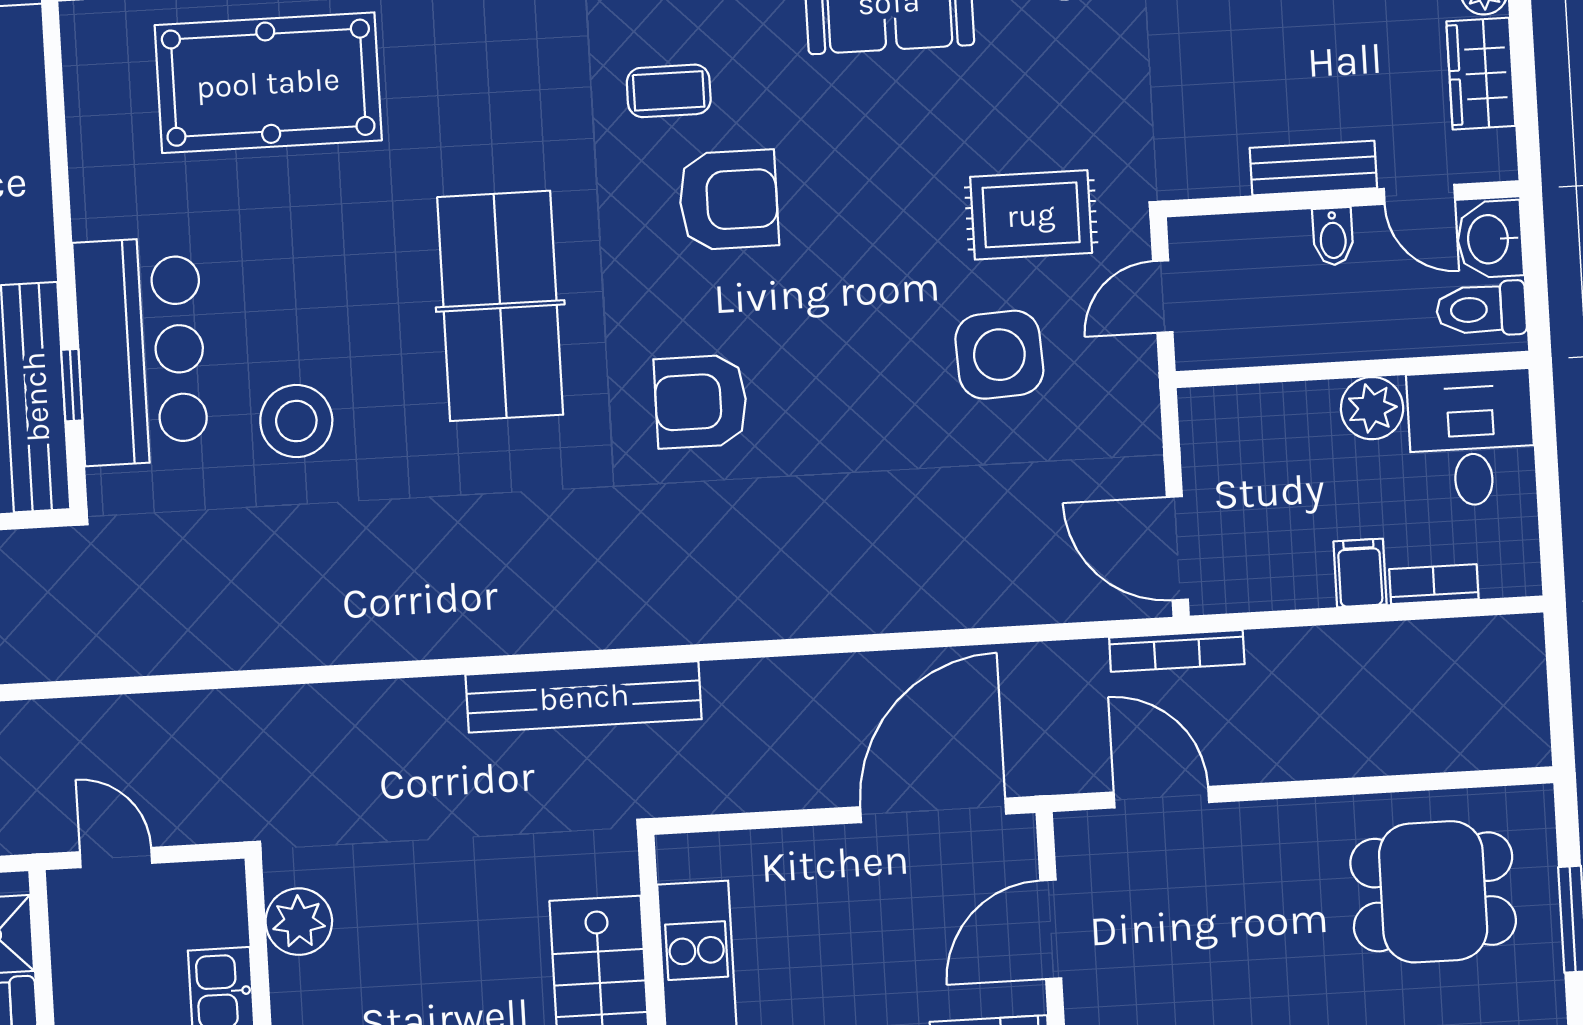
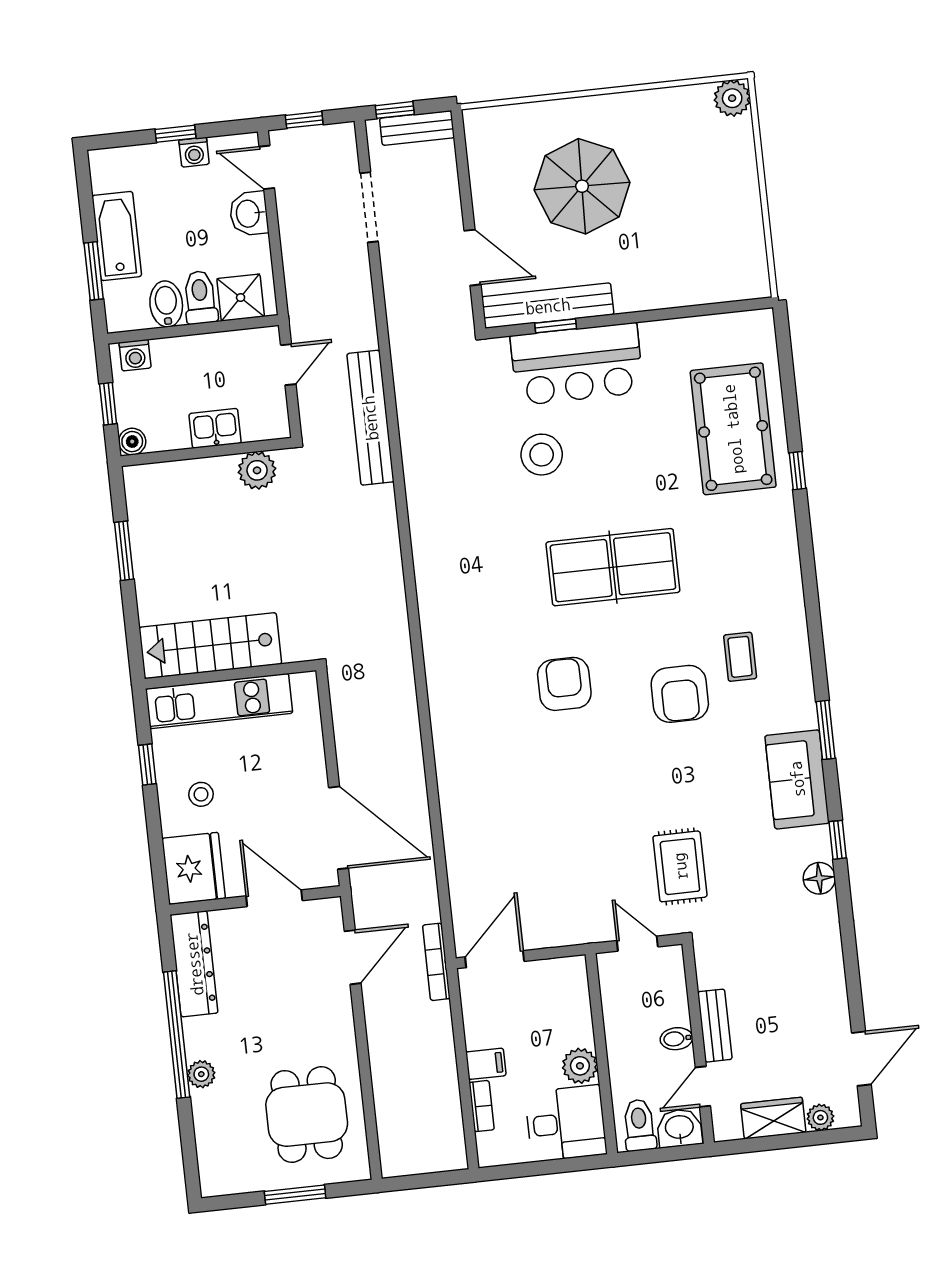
side table: (999, 355) -> (600, 852), removed
bench: (584, 697) -> (370, 418), moved

